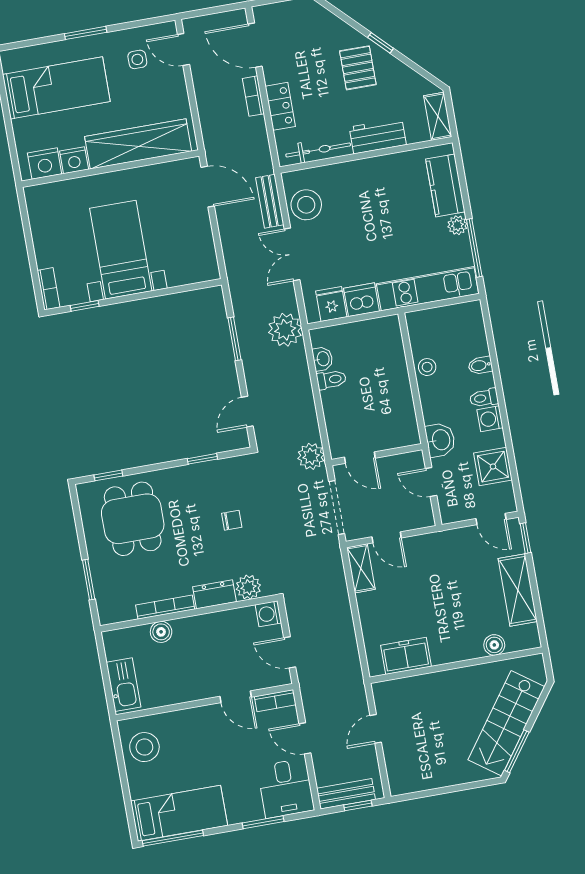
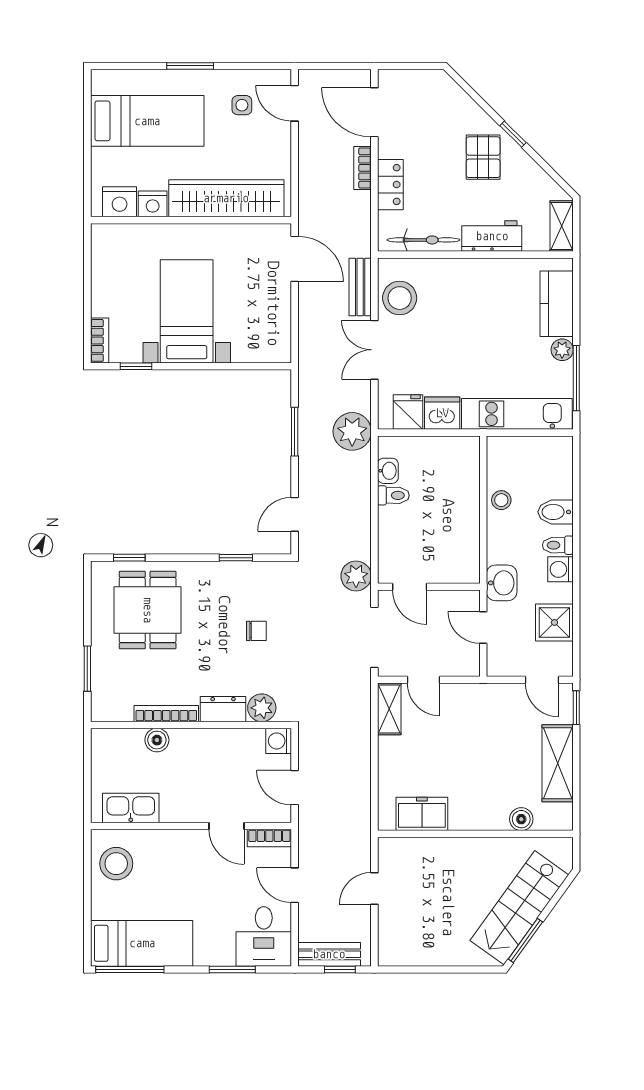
bidet: (480, 365) -> (556, 512), width x1.38, depth x1.36
kitchen sink: (124, 685) -> (131, 808), moved, turned -90

